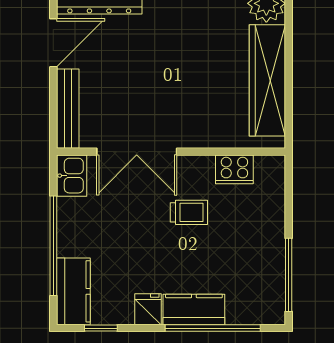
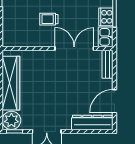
bench: (68, 109) -> (108, 64), width x0.73
cooker: (234, 169) -> (106, 17), moved, turned -90

